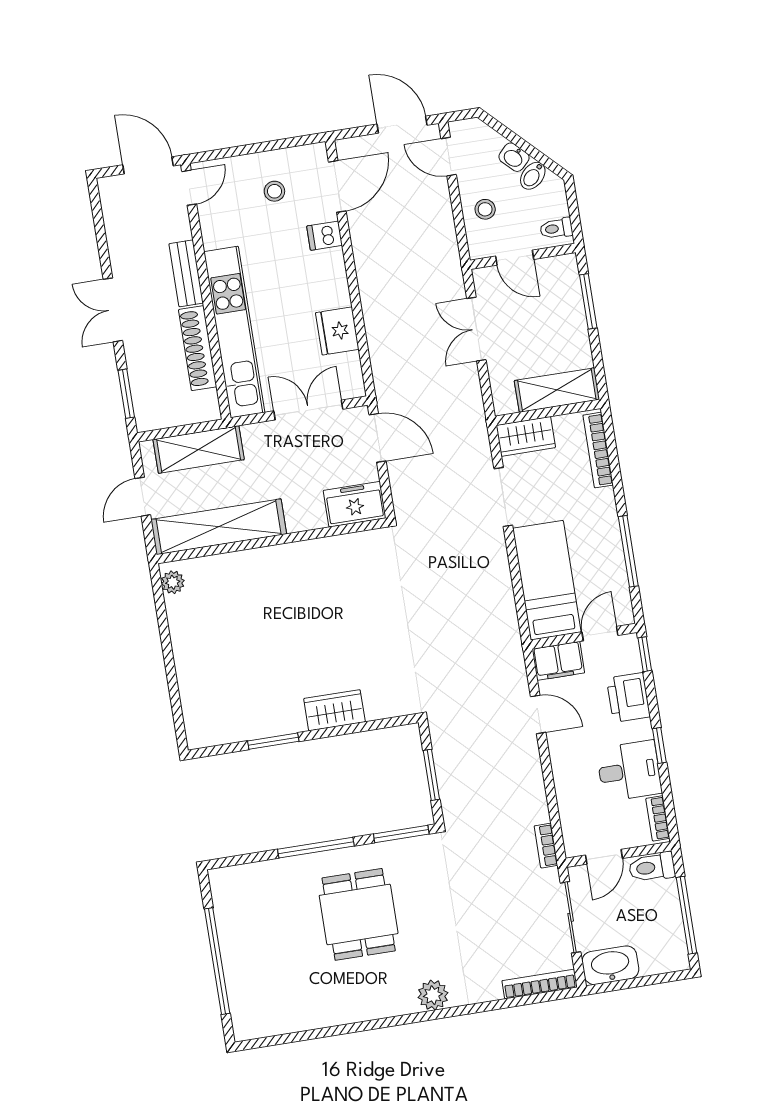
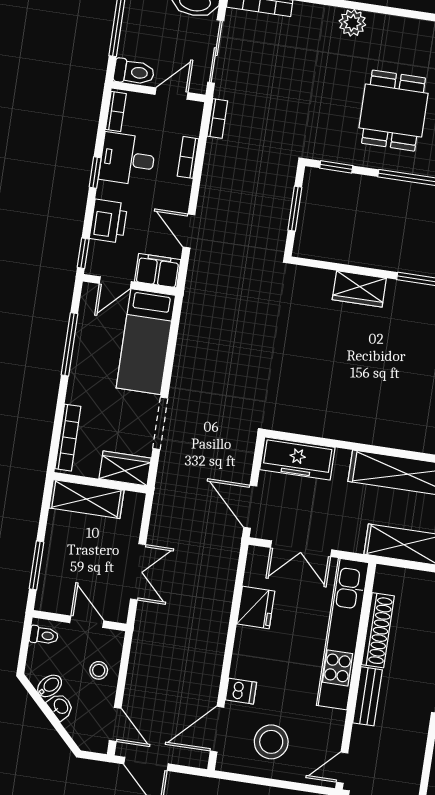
stool: (274, 191) -> (271, 742), width x1.89, depth x1.89
freezer: (355, 504) -> (297, 458), width x1.40
bookcase: (564, 794) -> (188, 157), added
window: (401, 834) -> (336, 167), width x0.67

